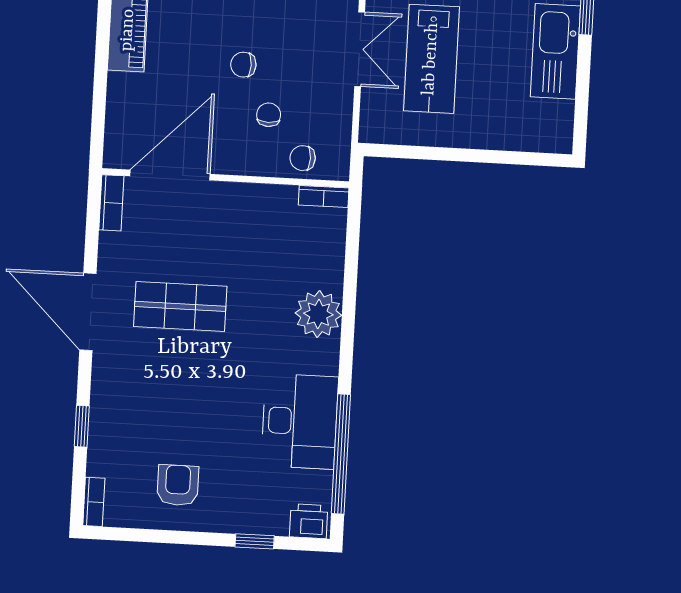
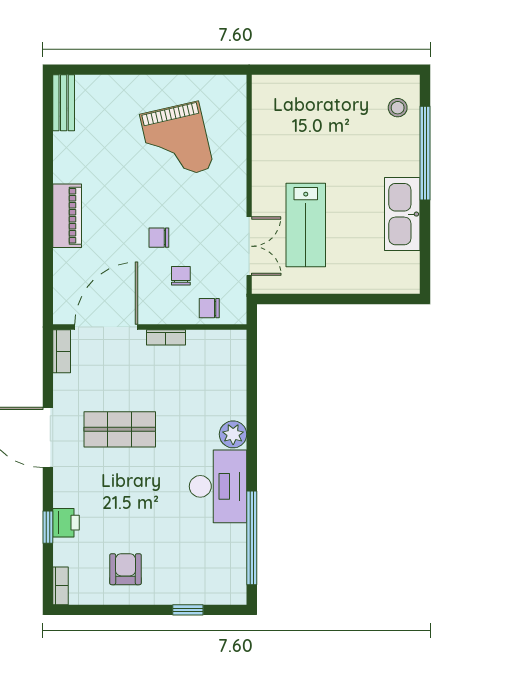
double door: (360, 49) -> (249, 246), moved
bookcase: (324, 196) -> (166, 337), moved
plant: (318, 314) -> (233, 434), width x0.73, depth x0.73
desk: (300, 421) -> (218, 486), moved
printer: (309, 521) -> (66, 523), moved, turned 90

